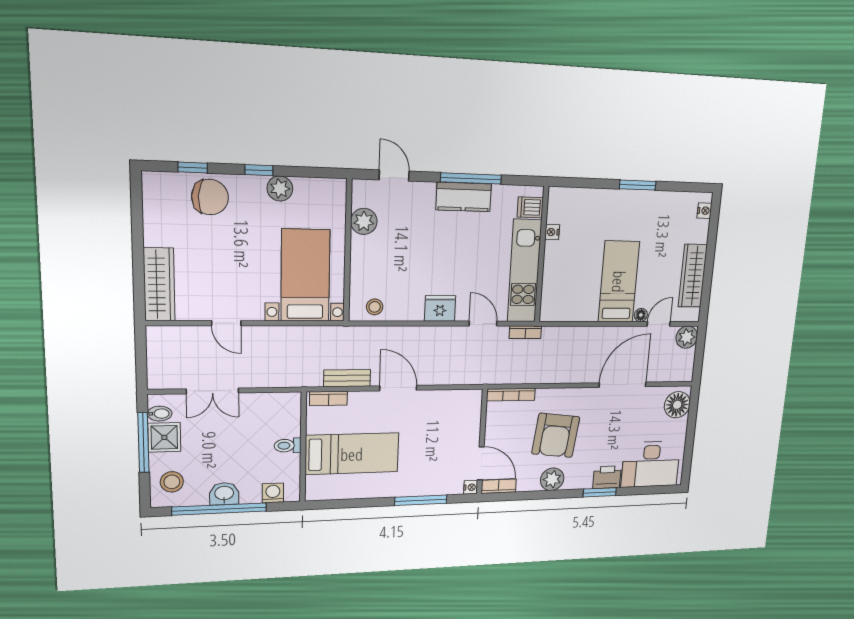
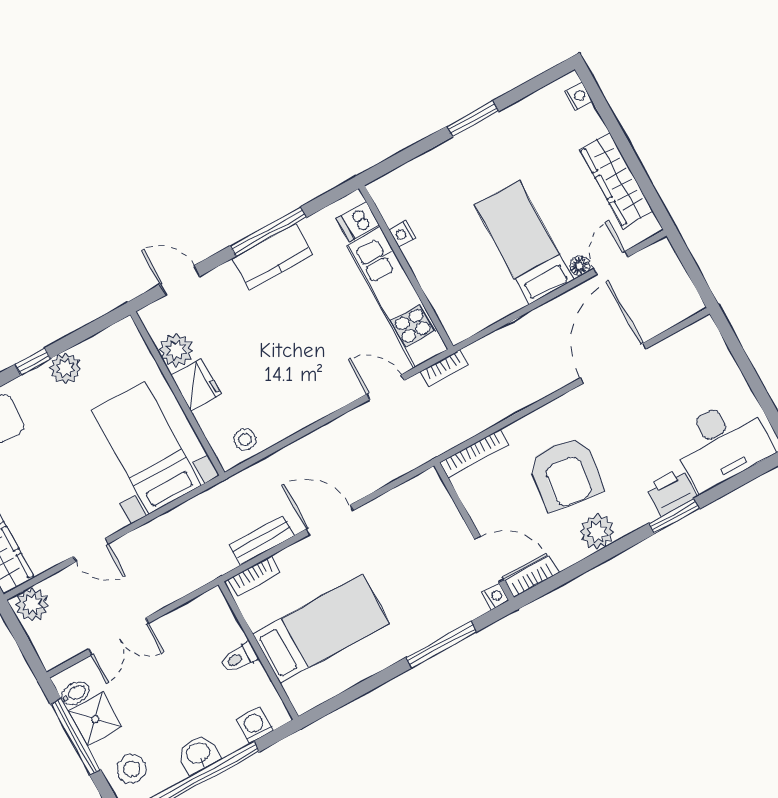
fridge: (440, 308) -> (196, 384), moved, turned 90
plant: (687, 337) -> (32, 605), moved
floor lamp: (677, 405) -> (706, 348), removed

